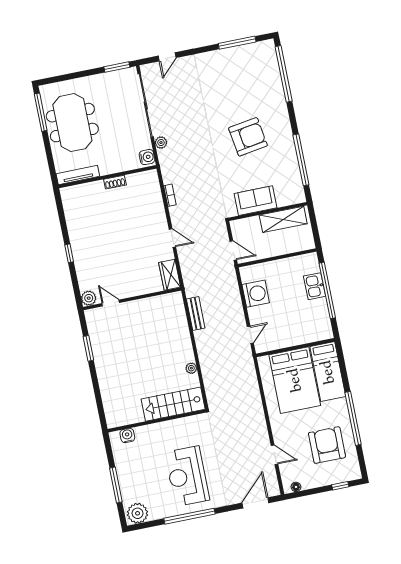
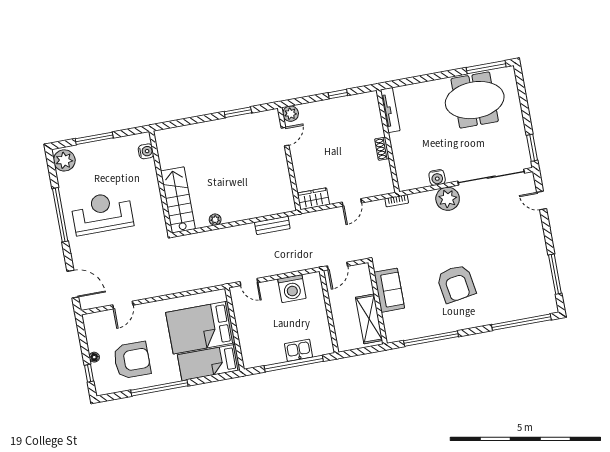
plant: (161, 143) -> (448, 199), width x1.88, depth x1.88
tv unit: (78, 175) -> (390, 110), moved
wall: (107, 177) -> (388, 141), moved
shoe rack: (115, 182) -> (382, 149), moved
floor lamp: (296, 487) -> (94, 357), moved

